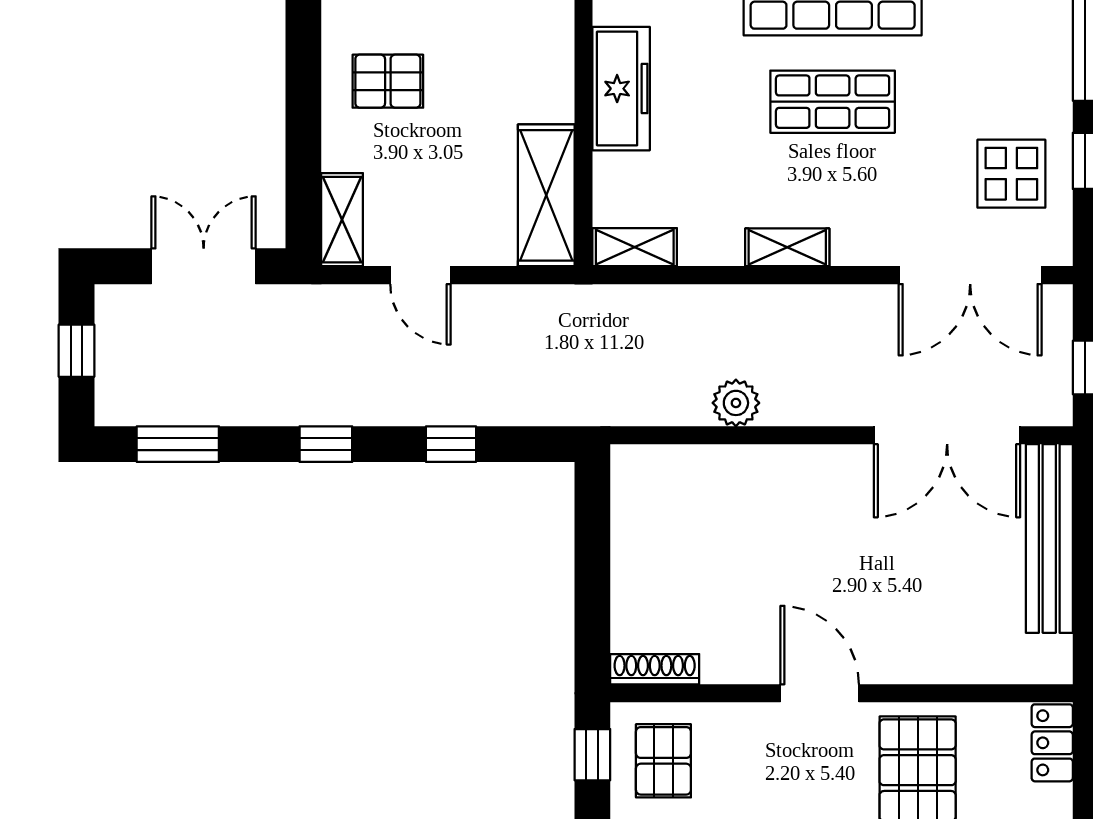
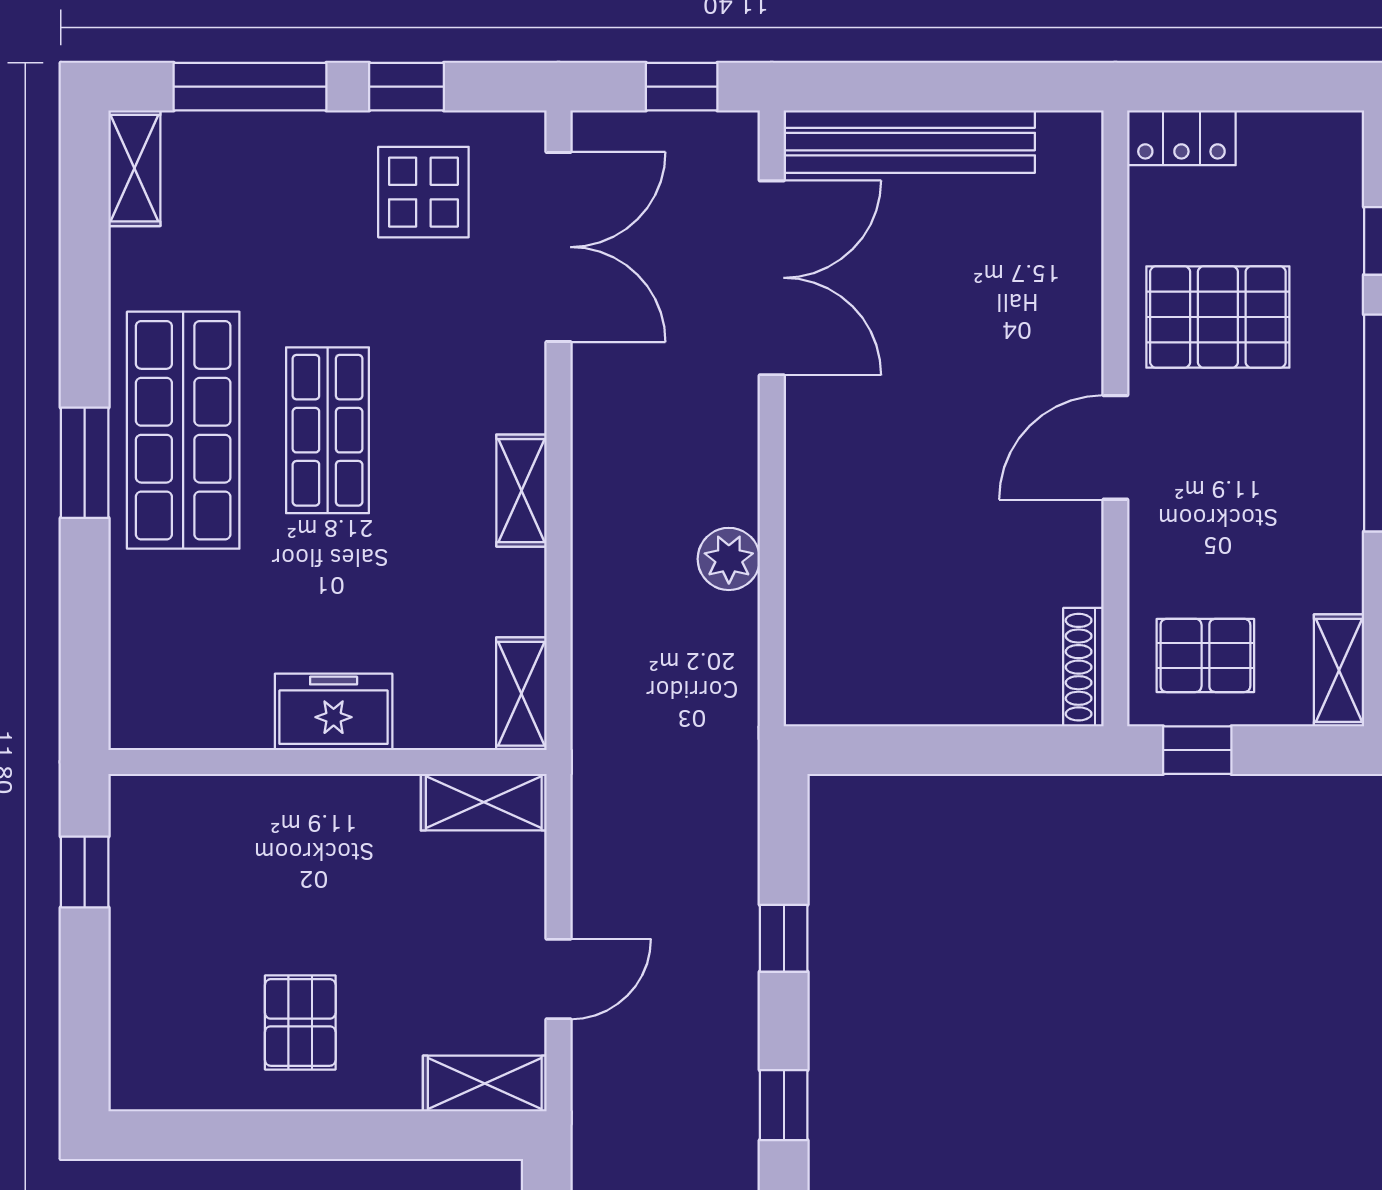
freezer: (621, 89) -> (334, 712), width x0.71
shelving: (546, 195) -> (484, 802), width x0.67, depth x0.75

